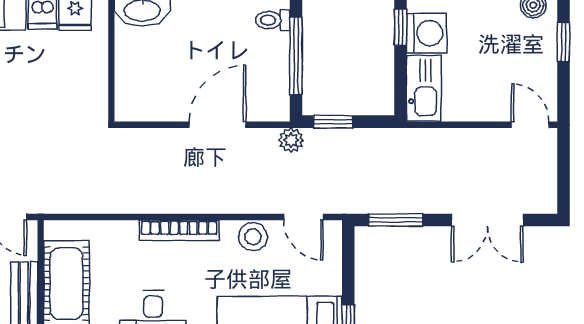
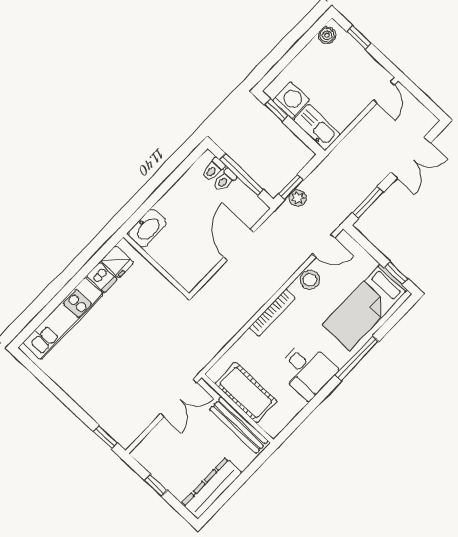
toilet: (273, 44) -> (225, 180), added
door: (530, 125) -> (384, 92), swing flipped
plant: (291, 140) -> (298, 198), moved

